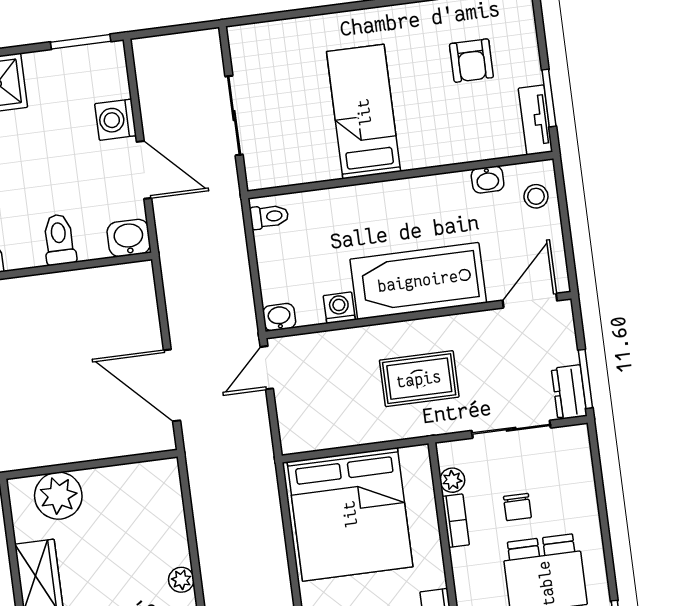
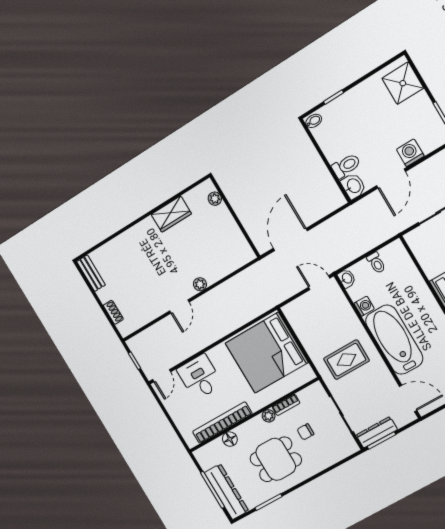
toilet: (269, 217) -> (376, 263), moved
toilet: (59, 240) -> (346, 166), moved
rug: (419, 379) -> (346, 360), turned 90
dresser: (569, 392) -> (377, 432), width x1.44
plant: (452, 480) -> (269, 416), moved
plant: (58, 496) -> (215, 199), width x0.53, depth x0.53

